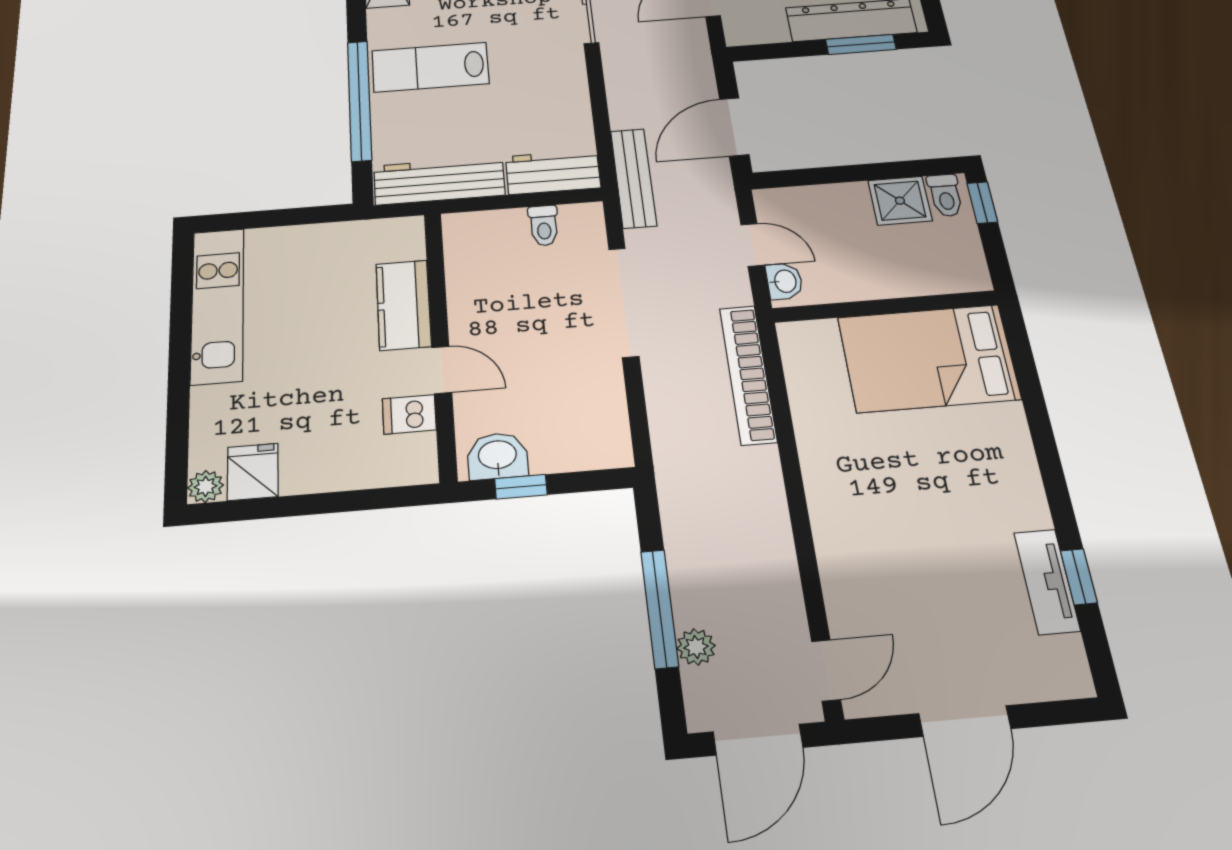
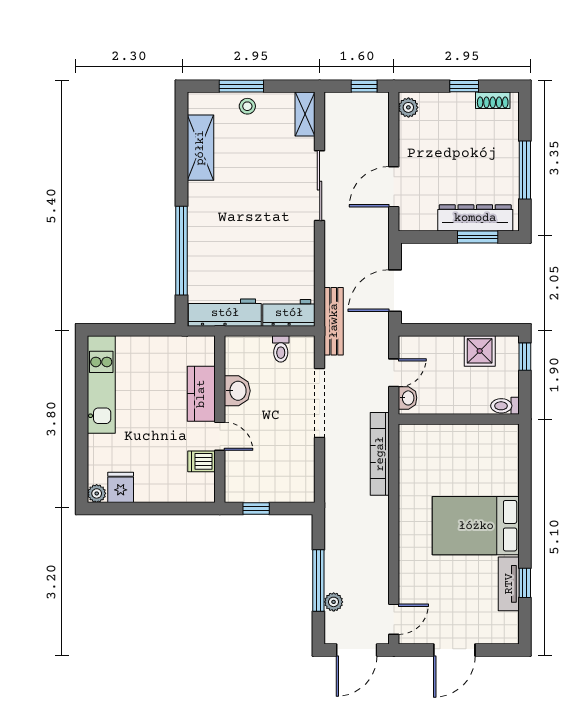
lab bench: (430, 67) -> (224, 230), removed
toilet: (945, 195) -> (505, 406), moved, turned 90
door: (753, 245) -> (394, 373), hinge flipped
bed: (928, 358) -> (476, 526), moved
washbasin: (497, 456) -> (237, 391), moved, turned 90

